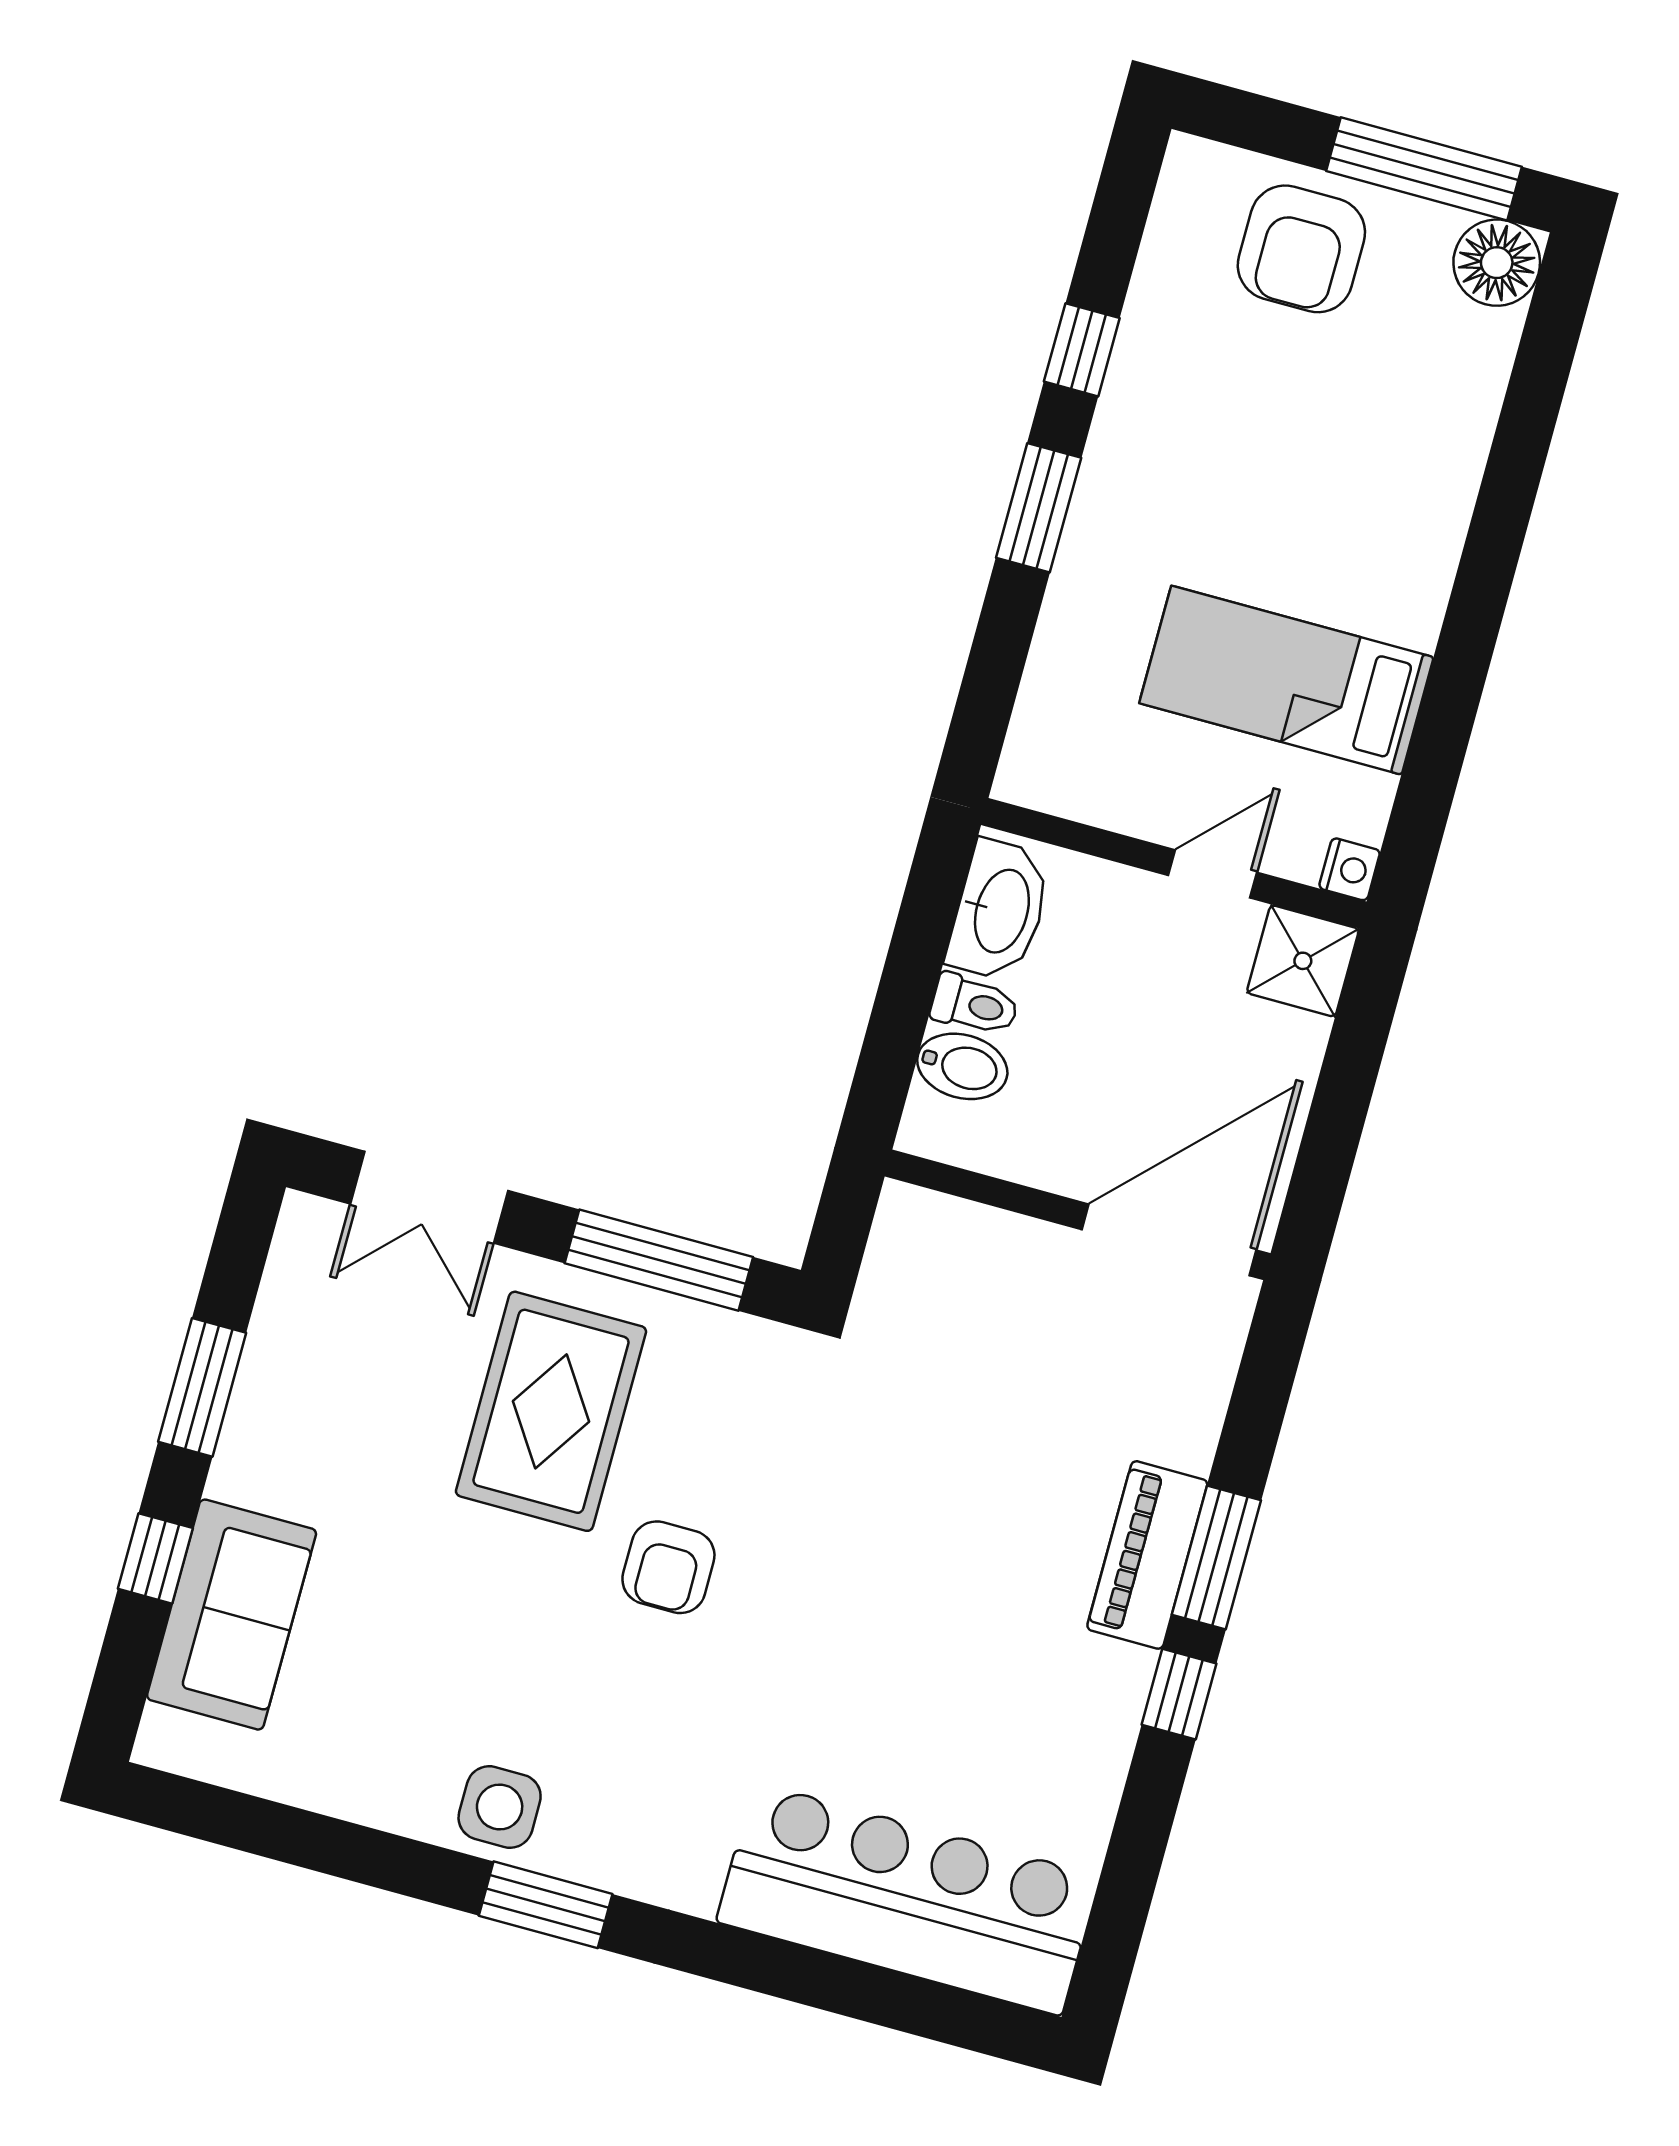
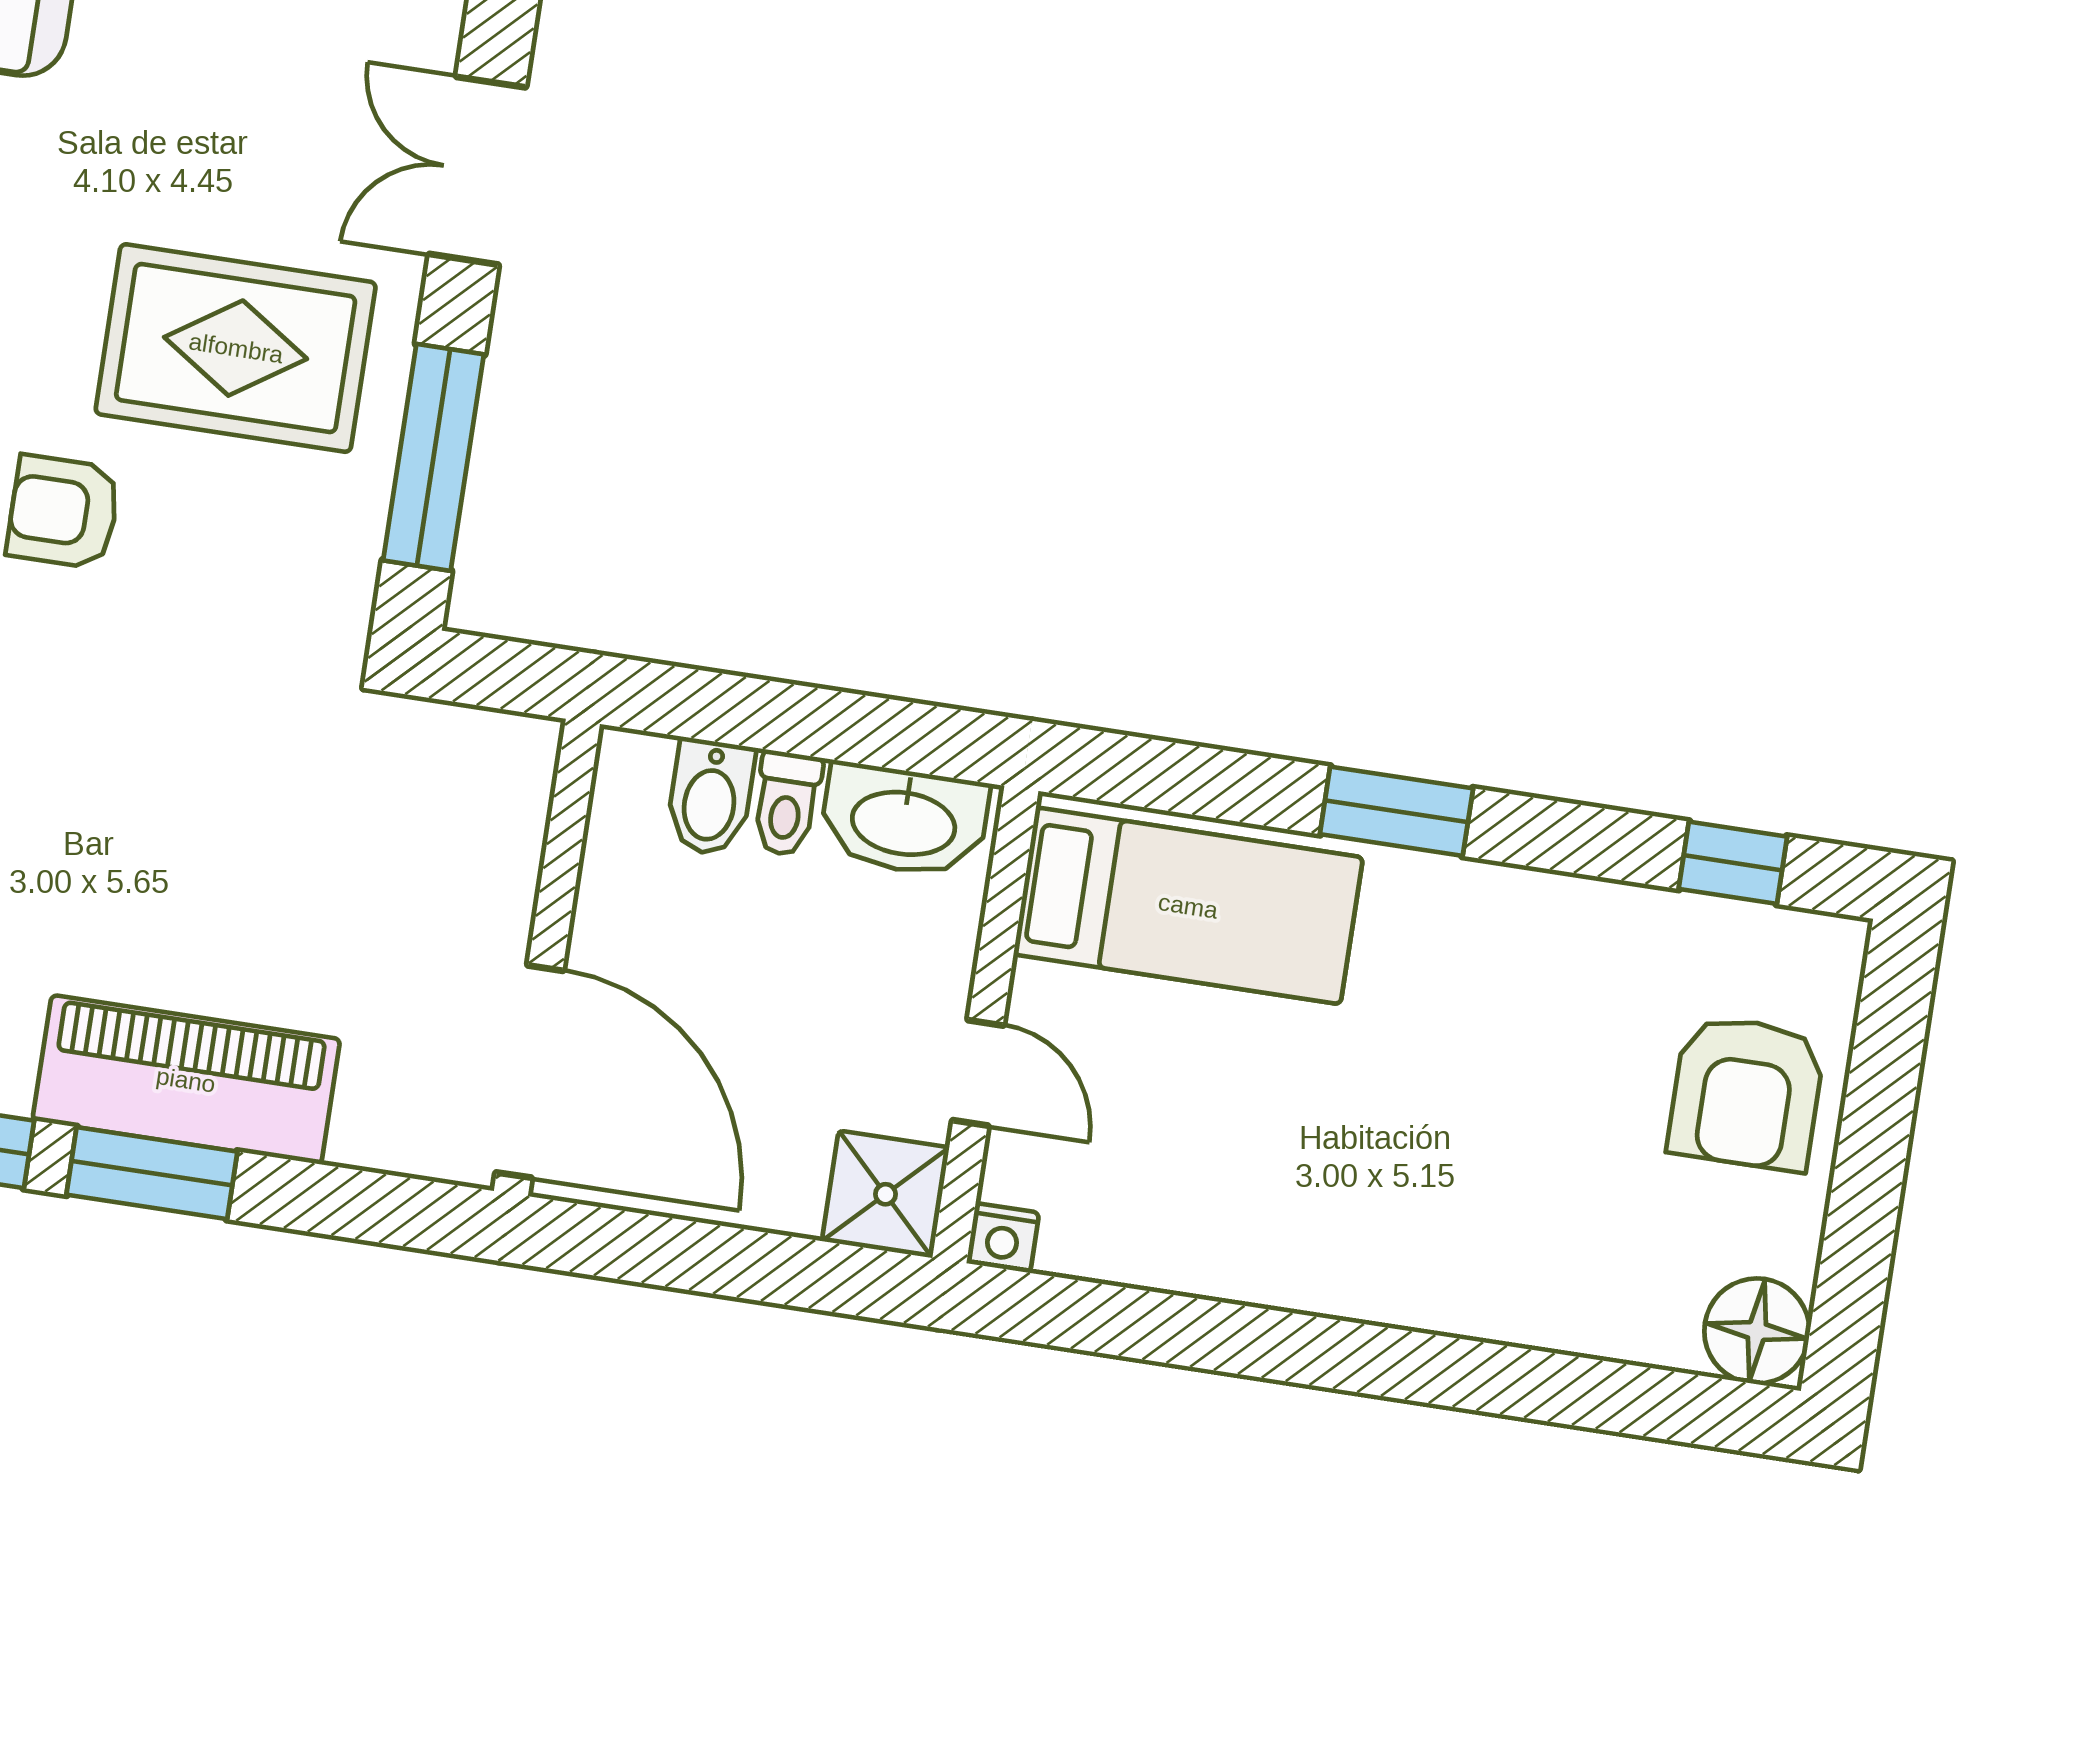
window: (1424, 169) -> (1860, 1230), removed
armchair: (1301, 249) -> (1746, 1093), turned -90
window: (1082, 350) -> (1733, 863), moved
bed: (1286, 680) -> (1188, 906), moved, turned 90
piano: (1147, 1555) -> (186, 1080), width x1.37, depth x1.33

